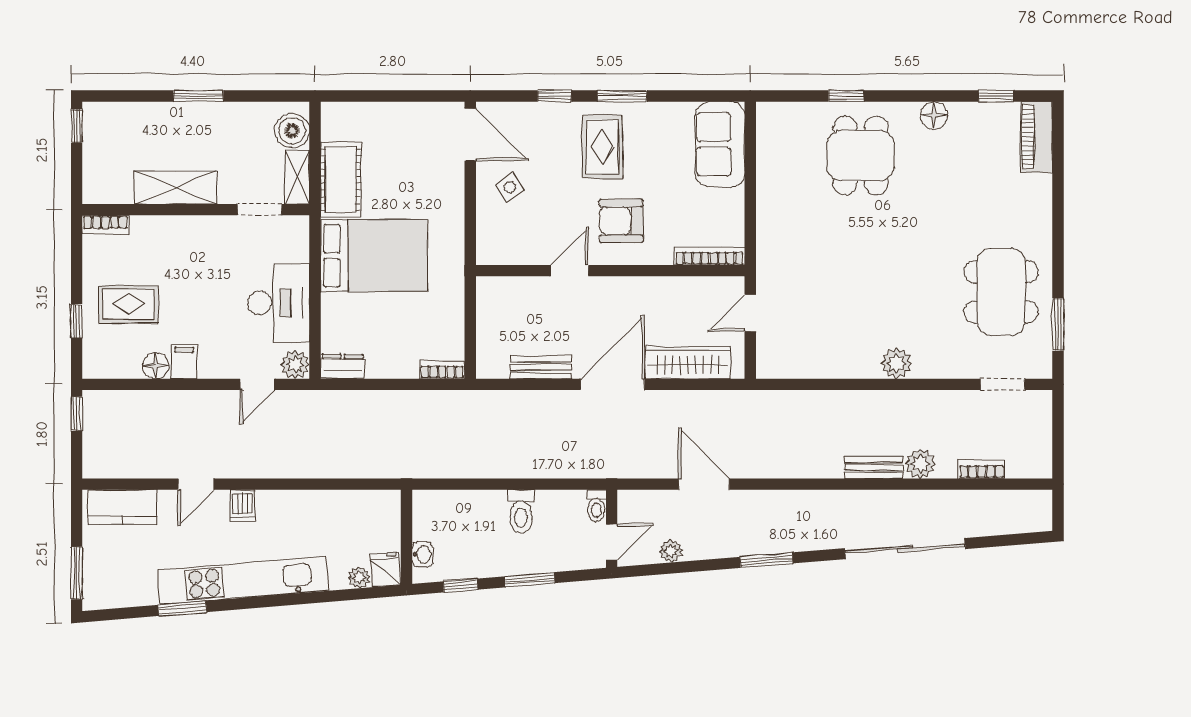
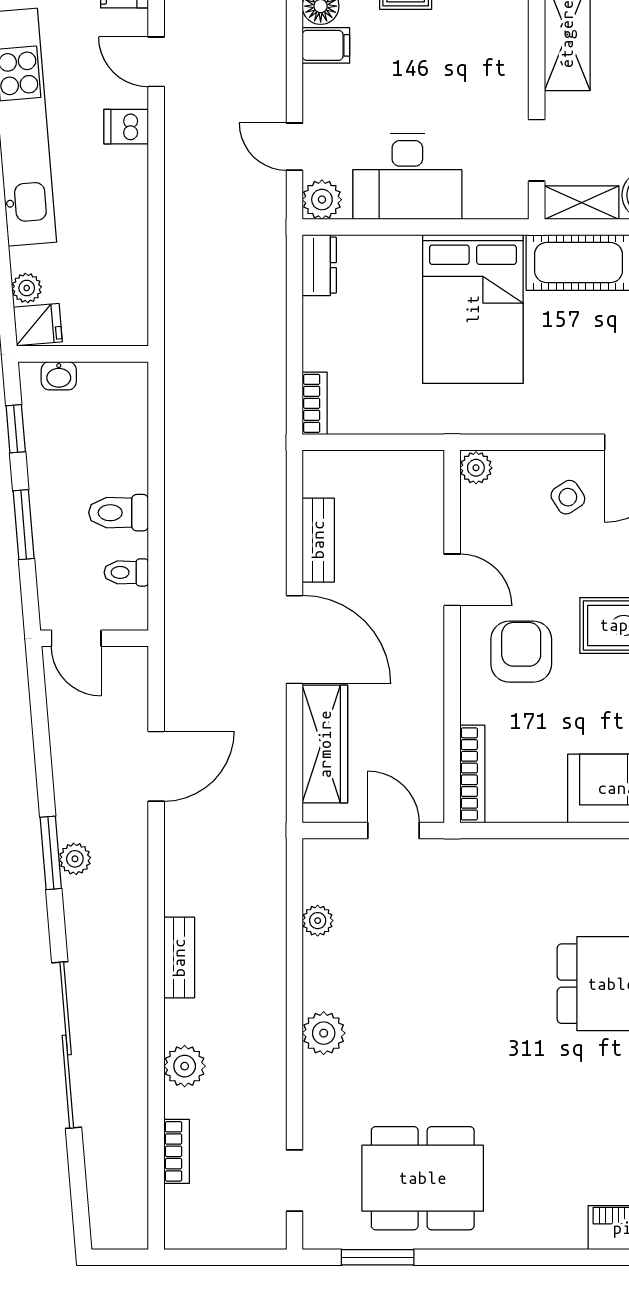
plant: (489, 254) -> (476, 468), added
plant: (815, 368) -> (318, 921), added
bench: (874, 468) -> (179, 958), moved
toilet: (596, 506) -> (126, 572), moved
plant: (671, 551) -> (75, 859), moved

